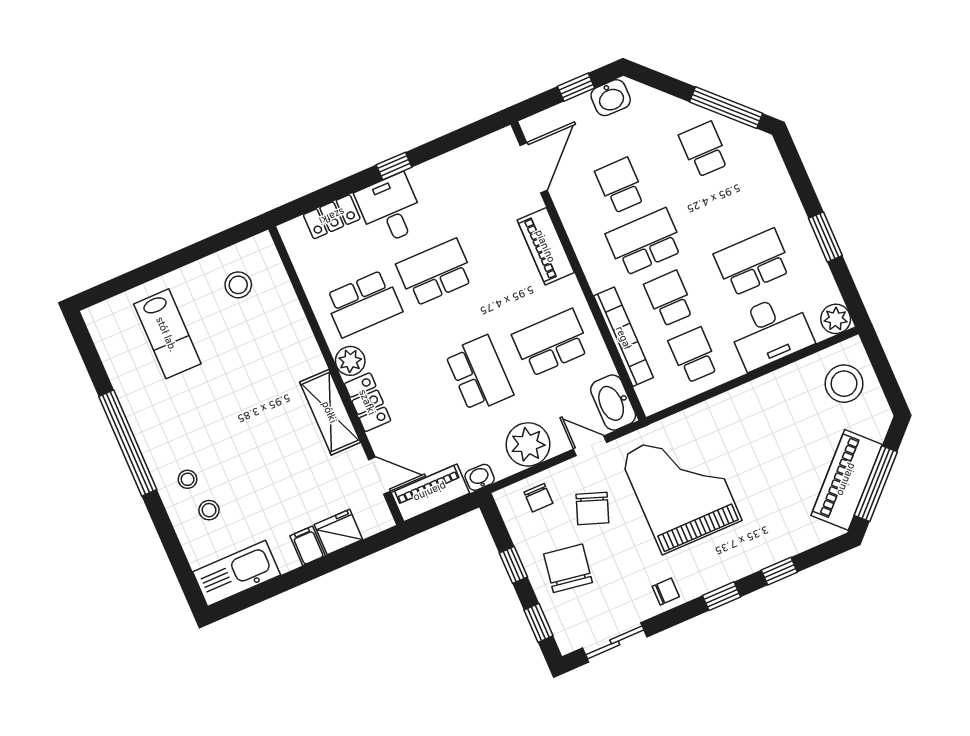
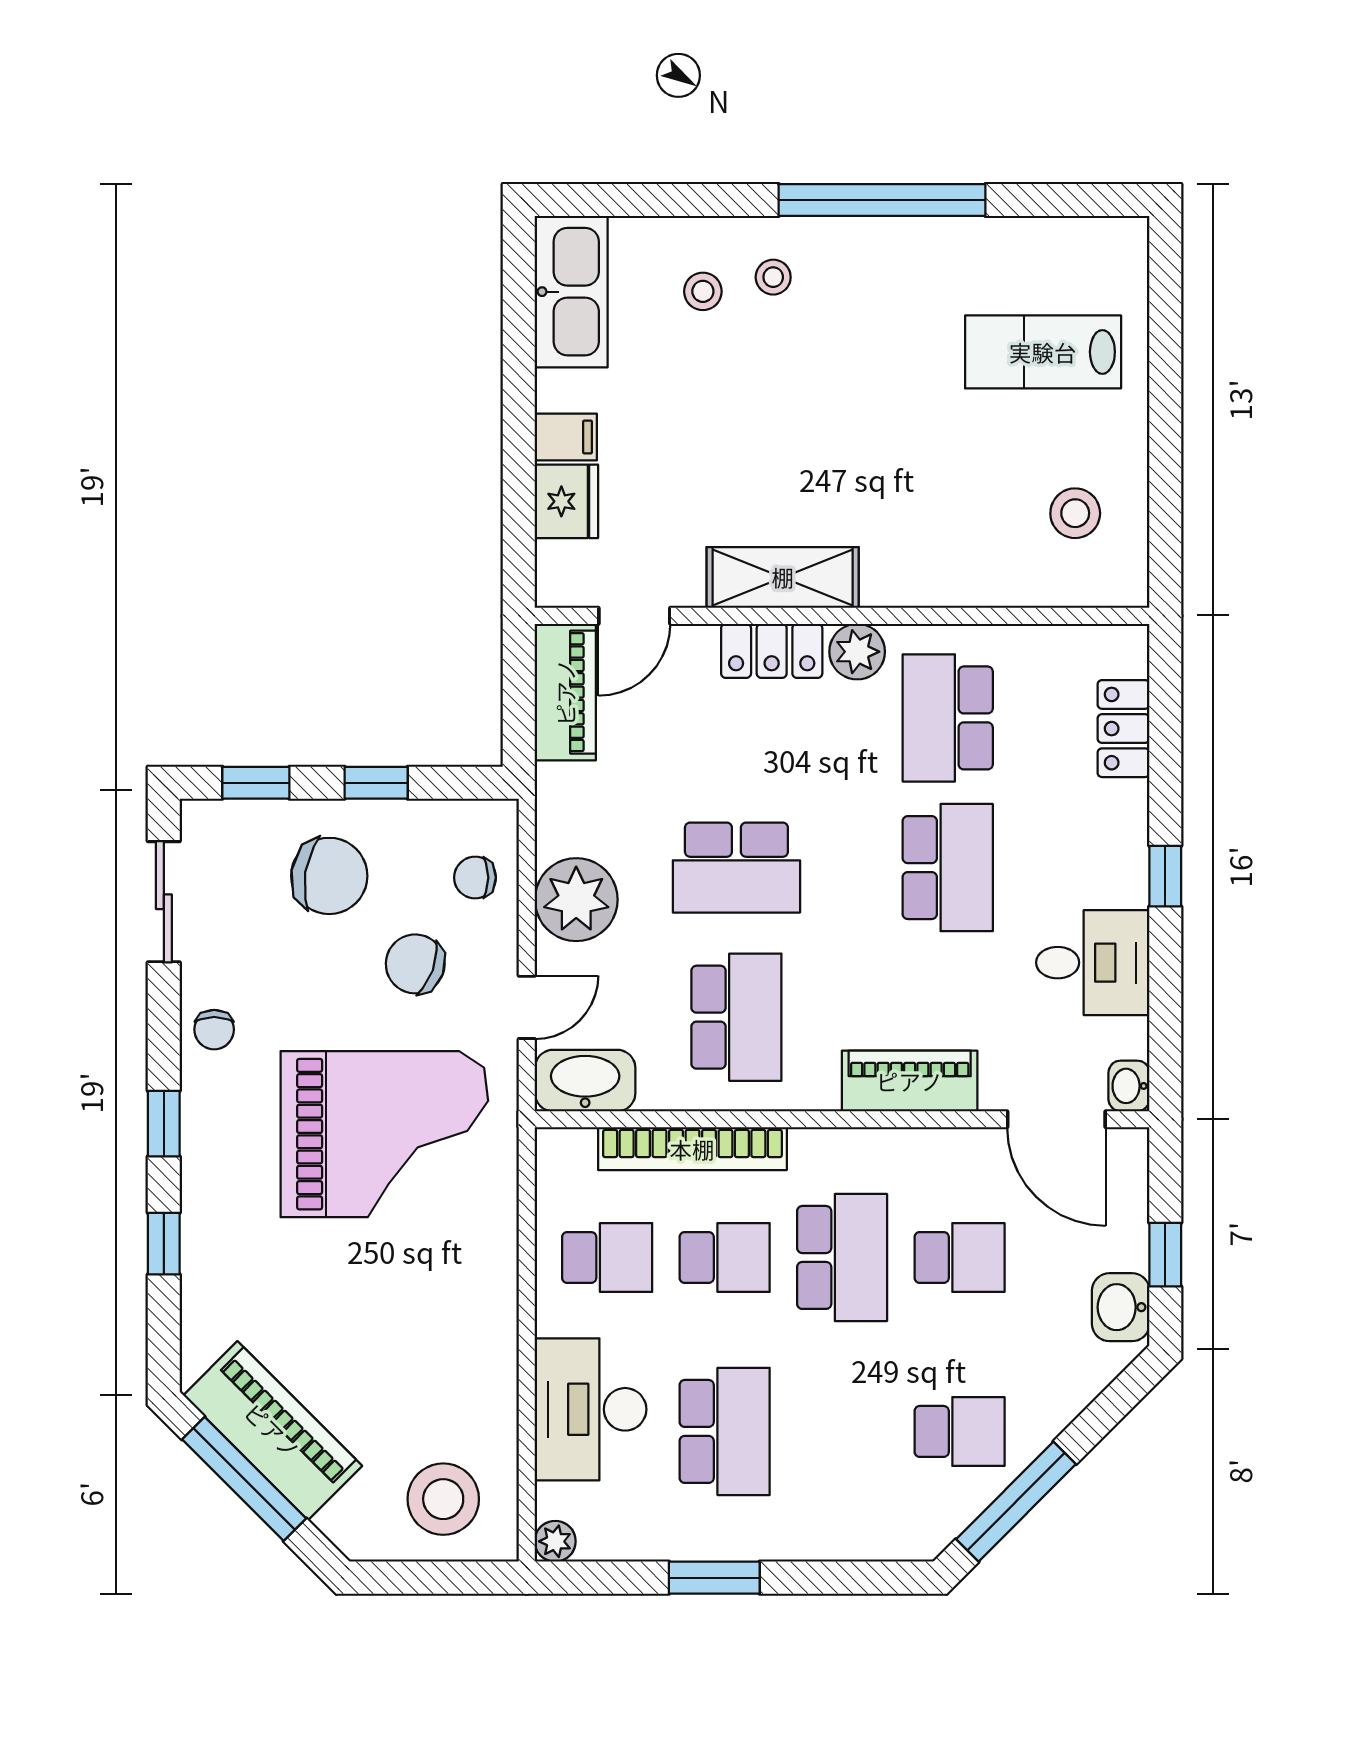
desk: (390, 209) -> (1093, 963), moved
plant: (836, 319) -> (555, 1541), width x0.73, depth x0.73
washbasin: (480, 477) -> (1129, 1086), moved, turned 180

